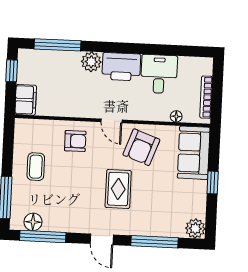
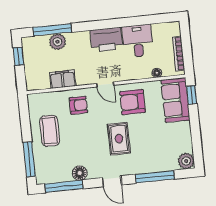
plant: (91, 62) -> (58, 42), moved
filing cabinet: (26, 100) -> (63, 79), moved, turned -90
armchair: (141, 147) -> (133, 102), turned 70
coffee table: (36, 167) -> (50, 131), width x1.36, depth x1.30
window: (213, 183) -> (192, 95), moved
floor lamp: (33, 222) -> (80, 173), moved

